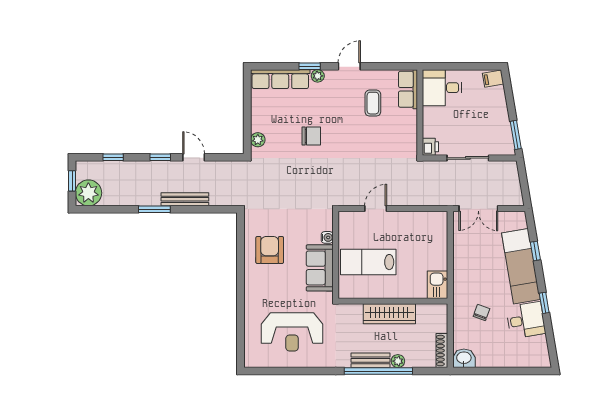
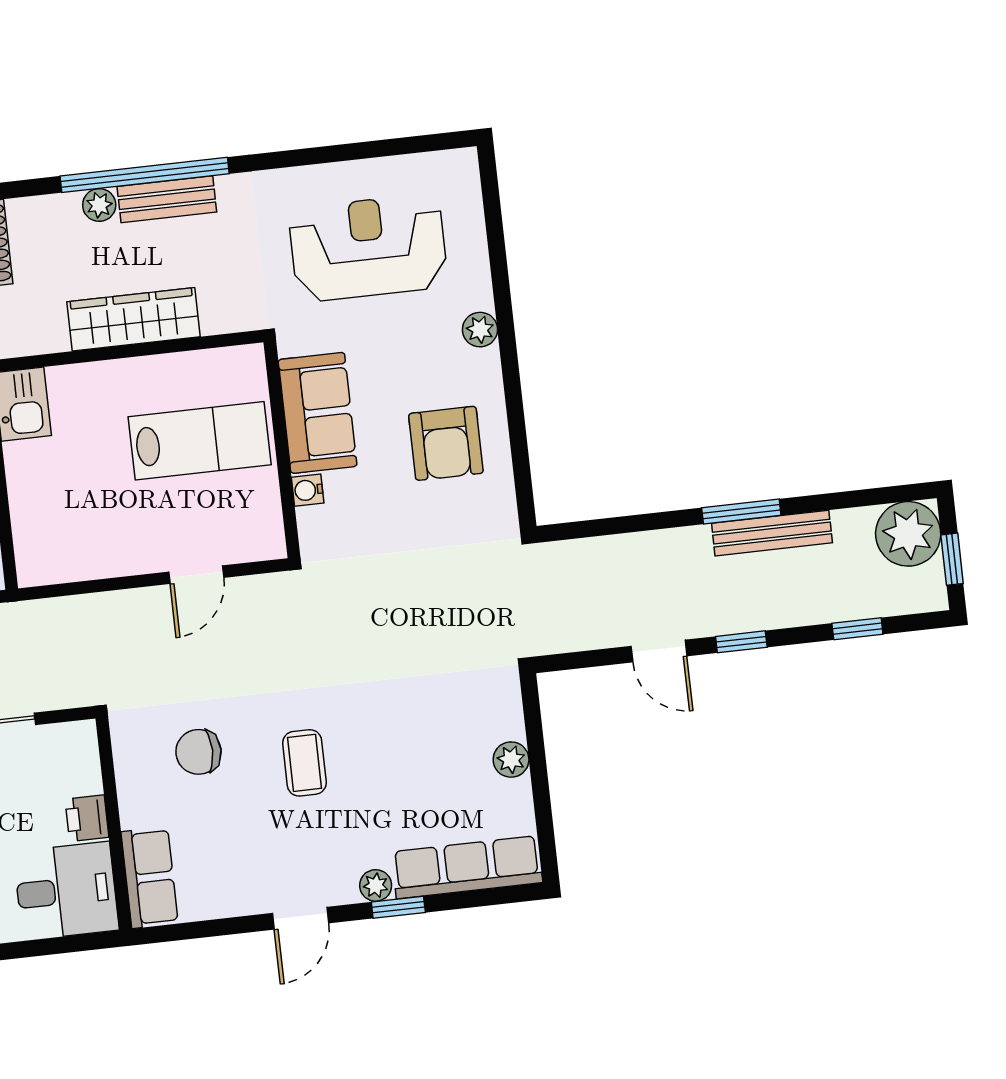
coffee table: (373, 103) -> (304, 763), moved
chair: (311, 136) -> (198, 752), moved
plant: (258, 140) -> (511, 760), moved
printer: (430, 147) -> (87, 818), moved
bench: (185, 199) -> (772, 533), moved
plant: (251, 294) -> (480, 330), added

